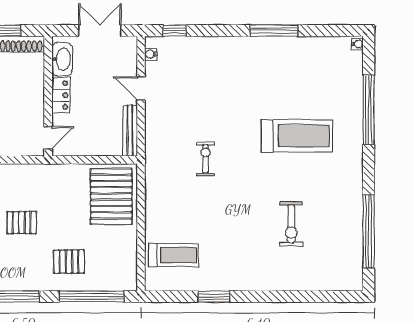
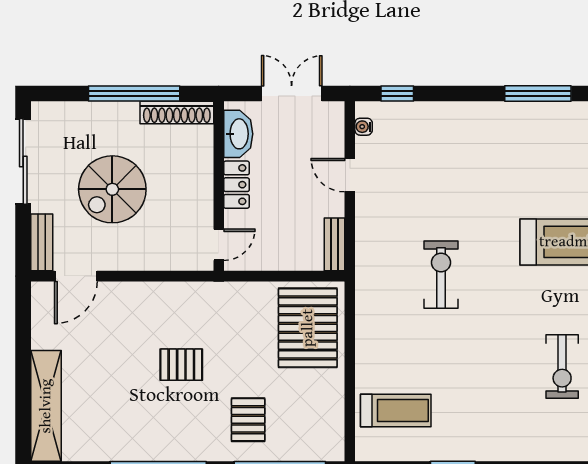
bench: (130, 131) -> (335, 244), width x0.73
exercise bike: (206, 159) -> (441, 275), width x1.38, depth x1.39
pallet: (69, 262) -> (248, 420), turned 90

